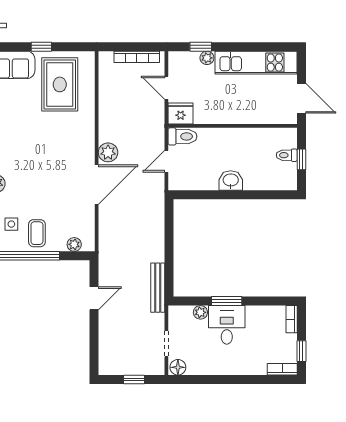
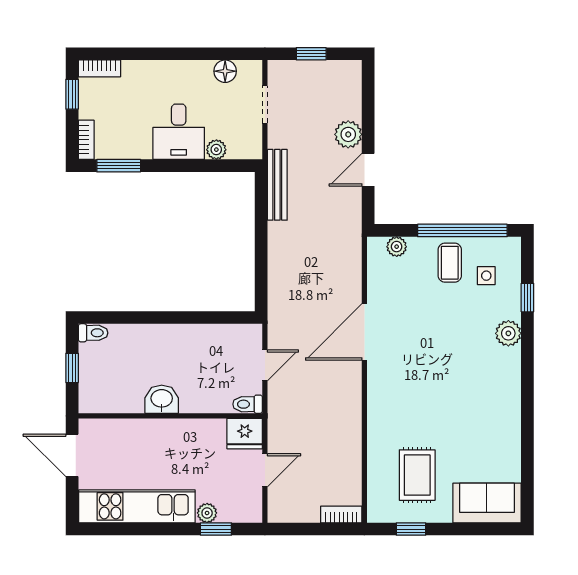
window: (41, 47) -> (411, 529), moved
bookcase: (137, 57) -> (341, 514), moved, width x0.64
rug: (60, 84) -> (417, 475), width x0.73, depth x0.70
door: (166, 88) -> (265, 470), hinge flipped
toilet: (183, 136) -> (248, 404), width x0.73, depth x0.72
plant: (108, 152) -> (348, 134), moved
toilet: (287, 155) -> (93, 333), moved
washbasin: (231, 181) -> (162, 399), moved, turned 180
window: (227, 301) -> (119, 166), moved
floor lamp: (178, 367) -> (225, 71), moved

